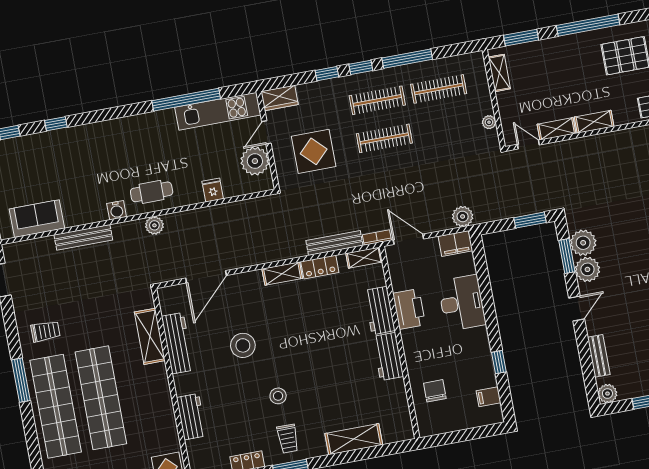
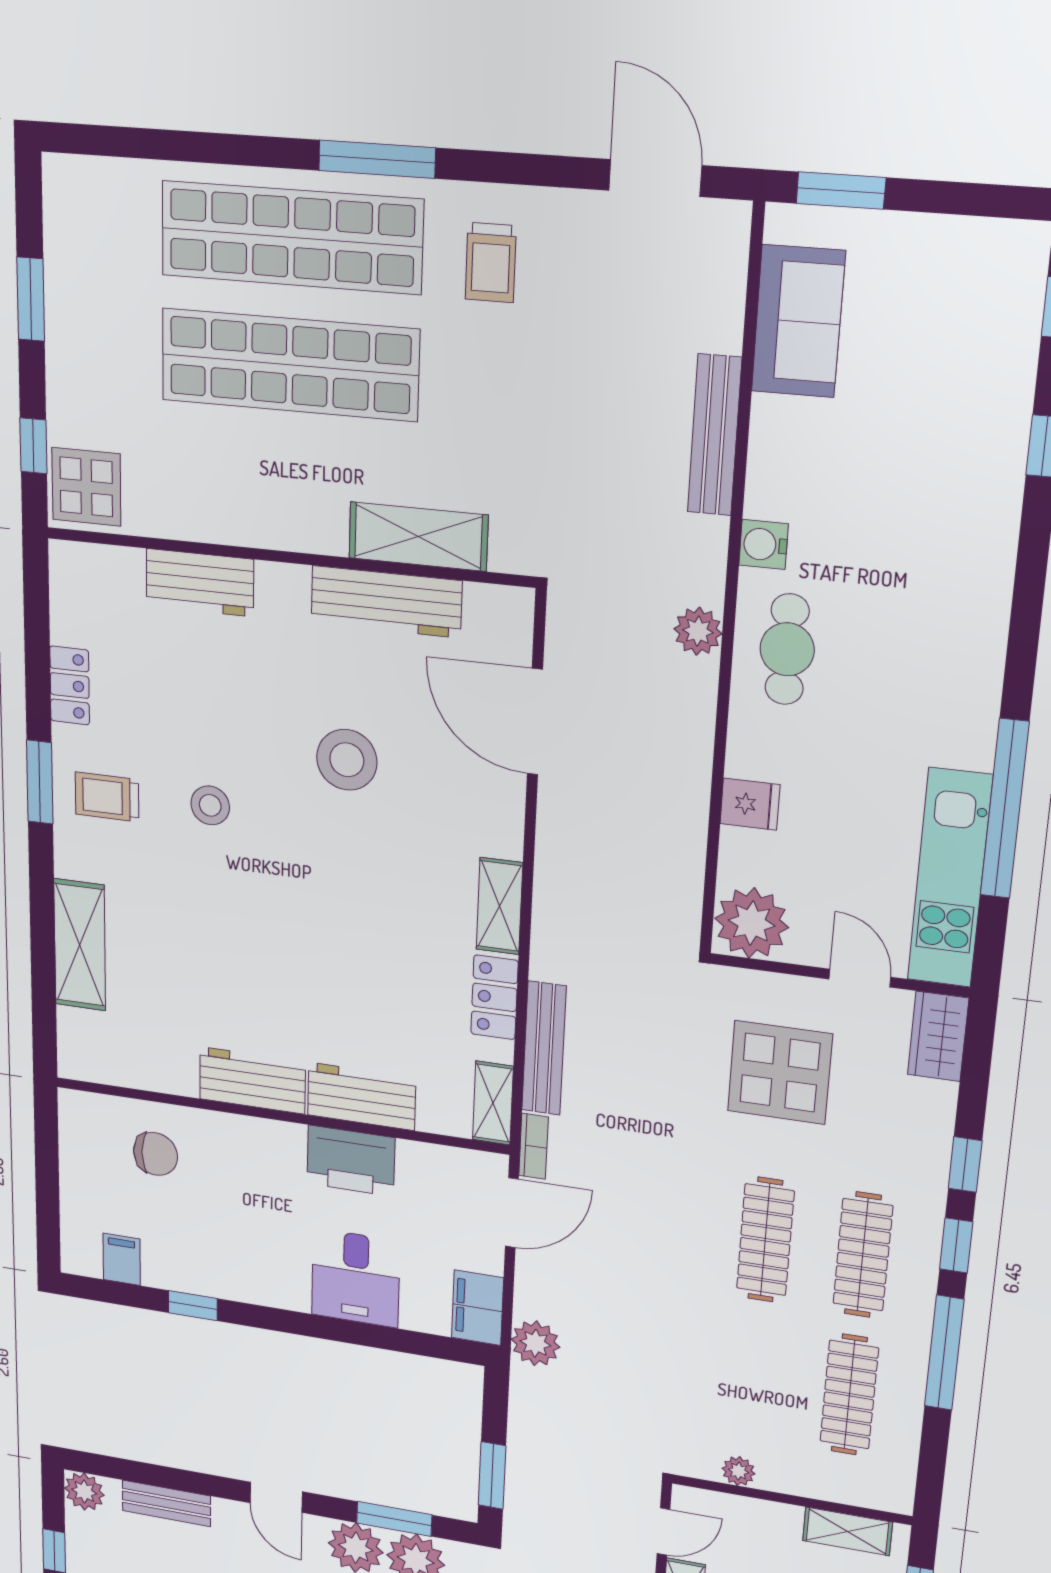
plant: (255, 161) -> (752, 923), moved
desk: (462, 303) -> (356, 1278), width x0.73

